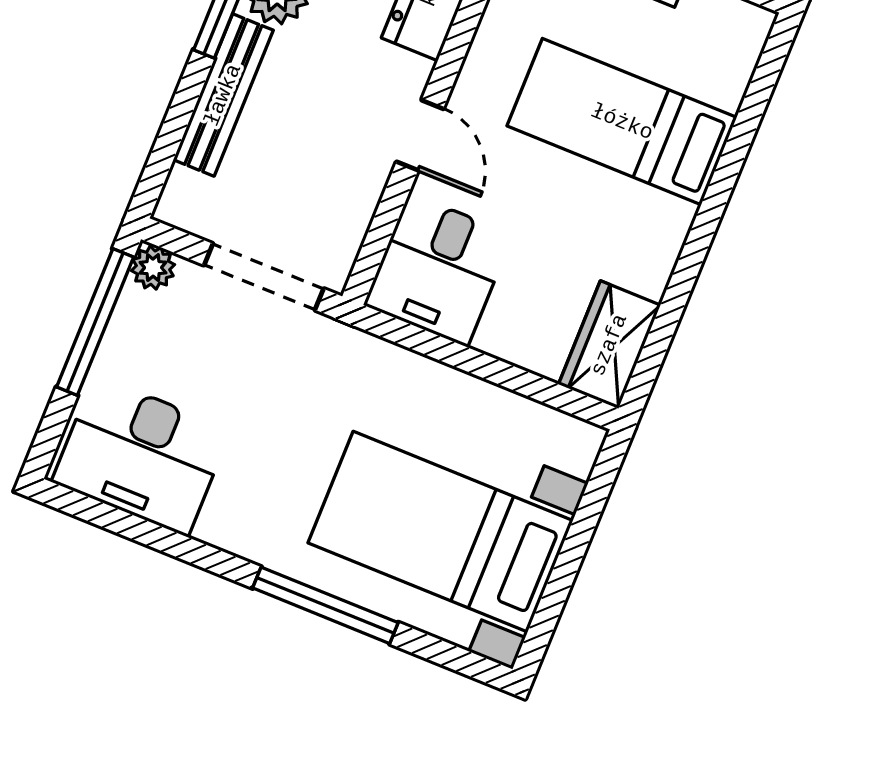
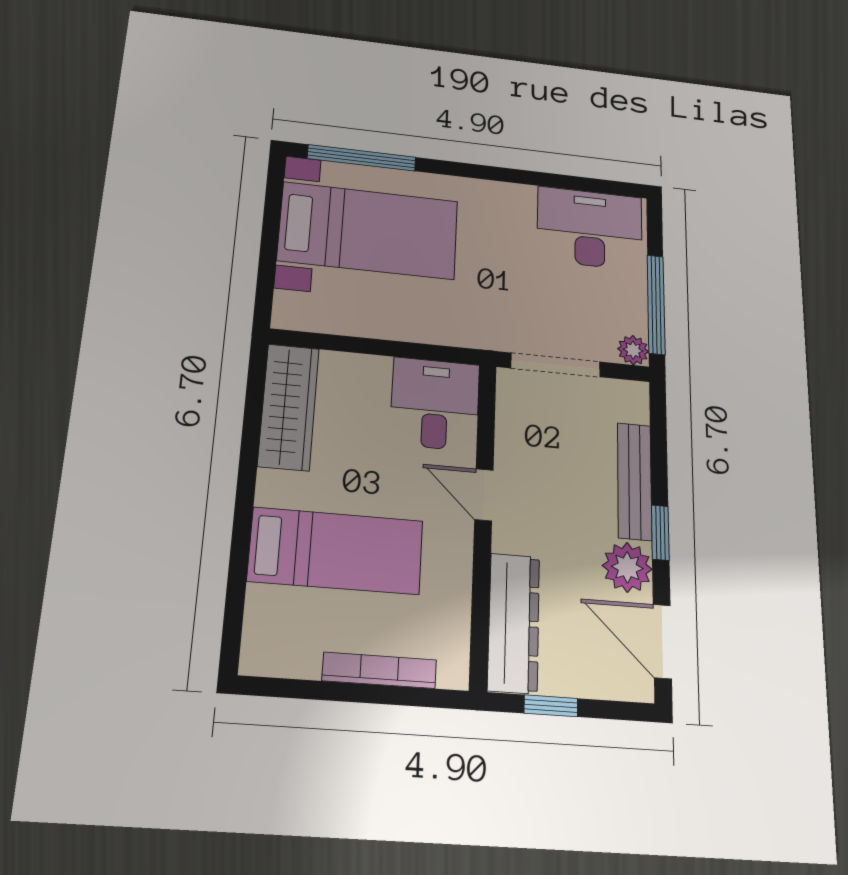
wardrobe: (609, 345) -> (289, 407), width x1.50
window: (325, 605) -> (362, 158), moved

